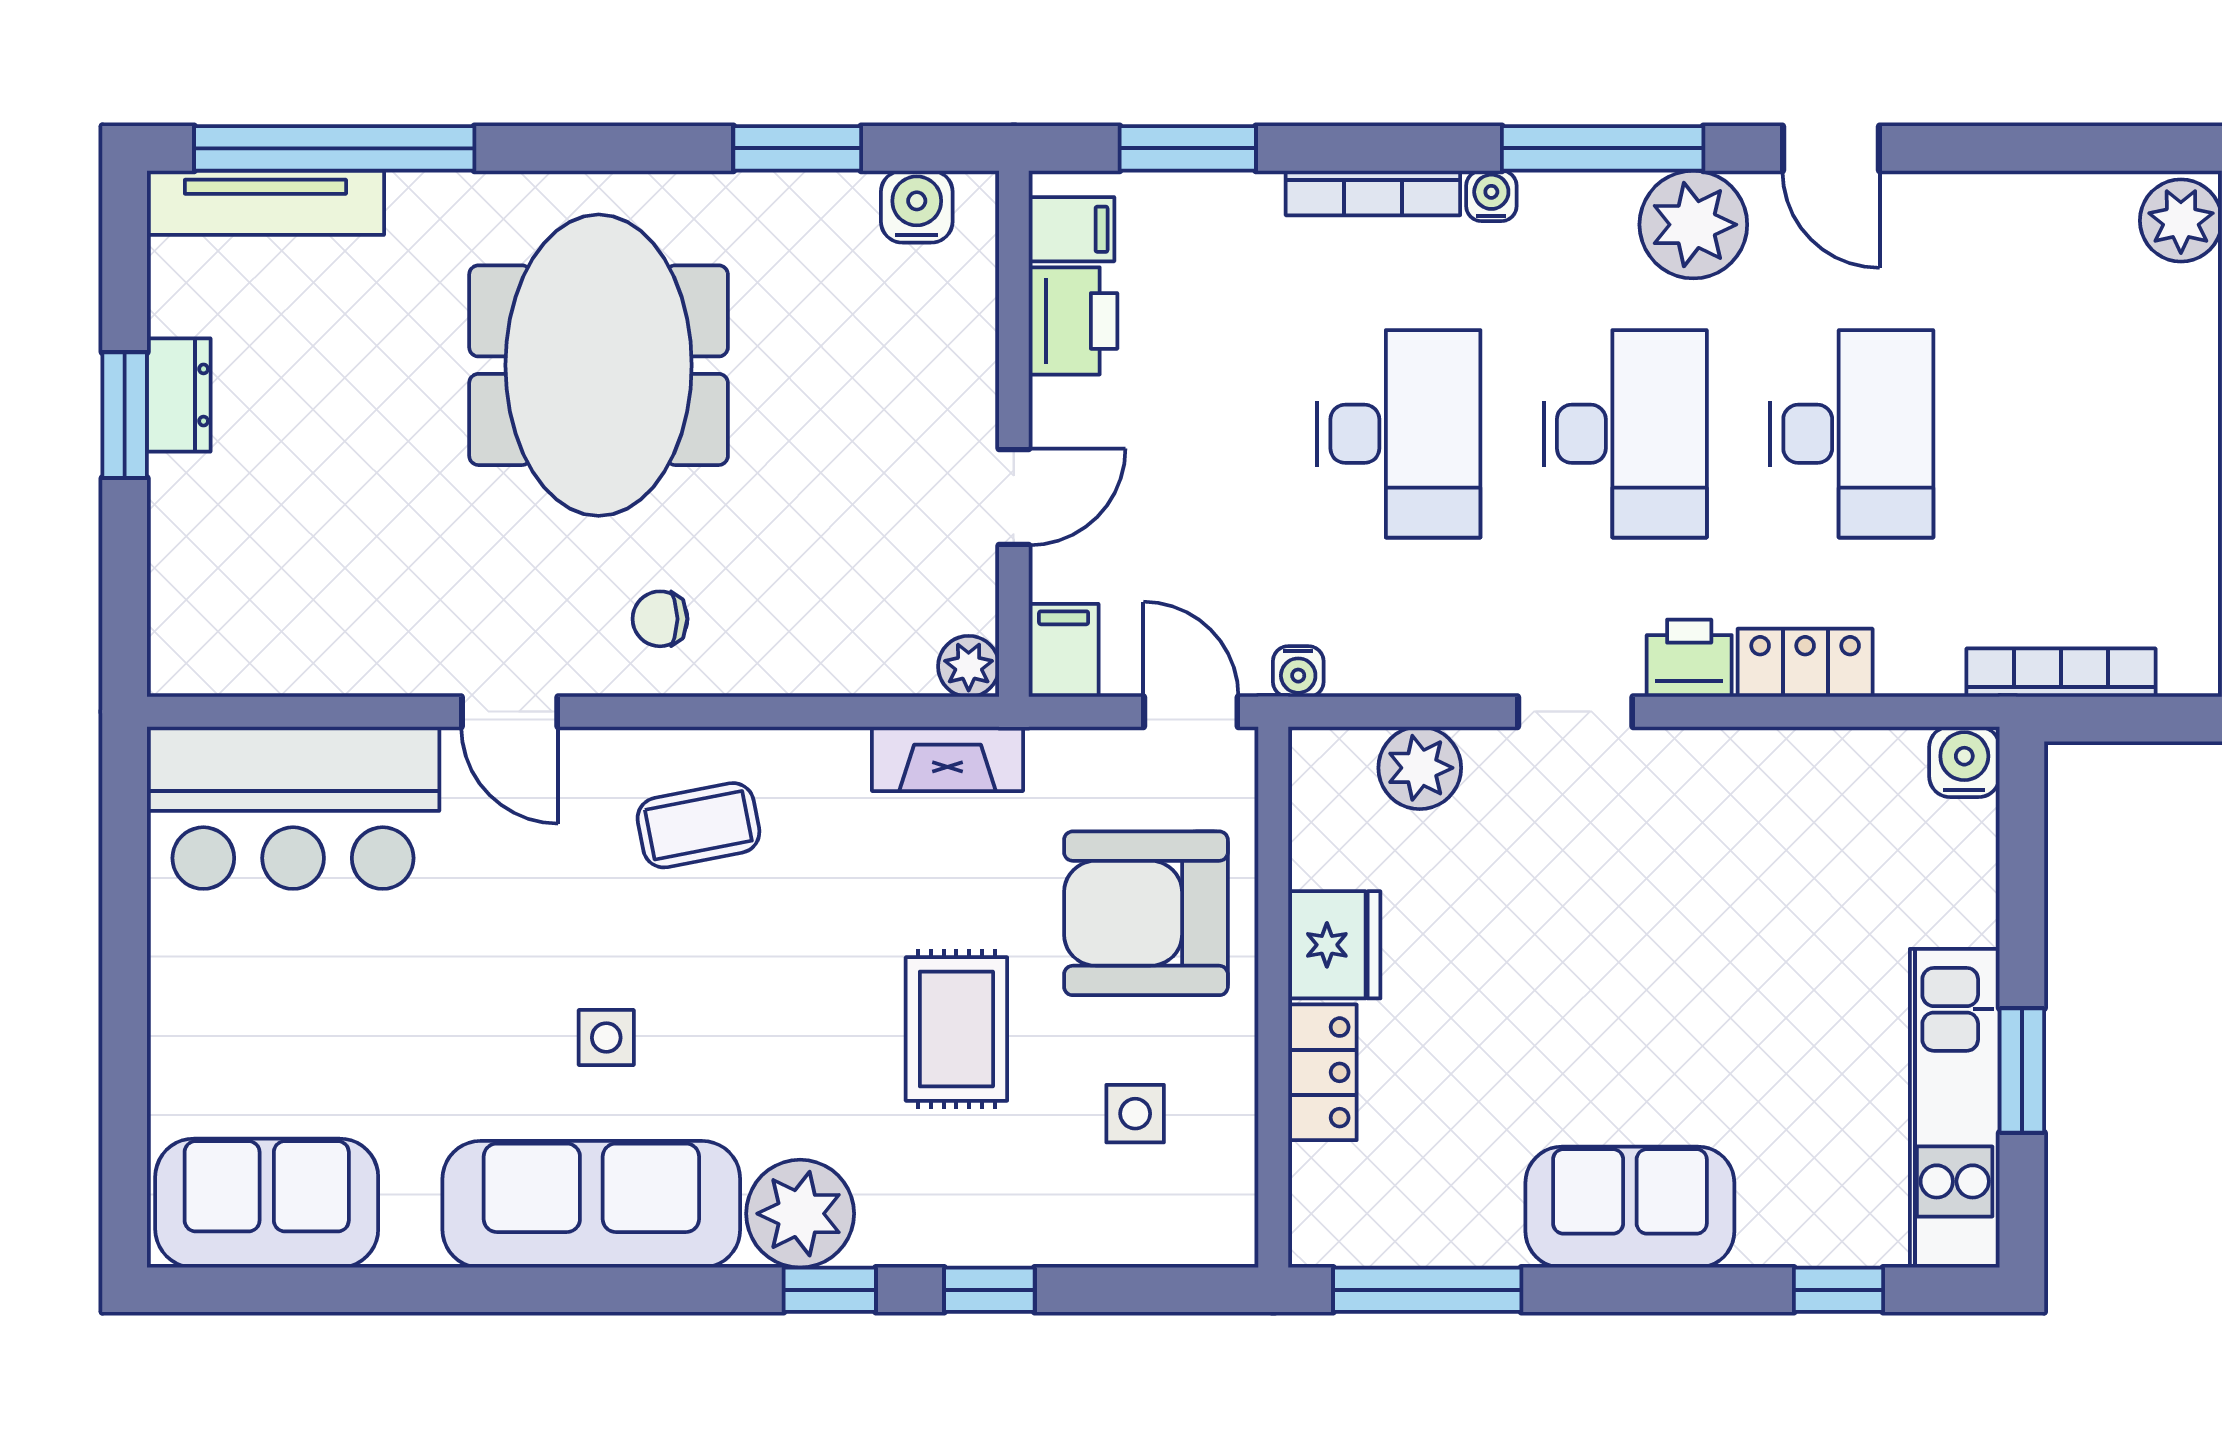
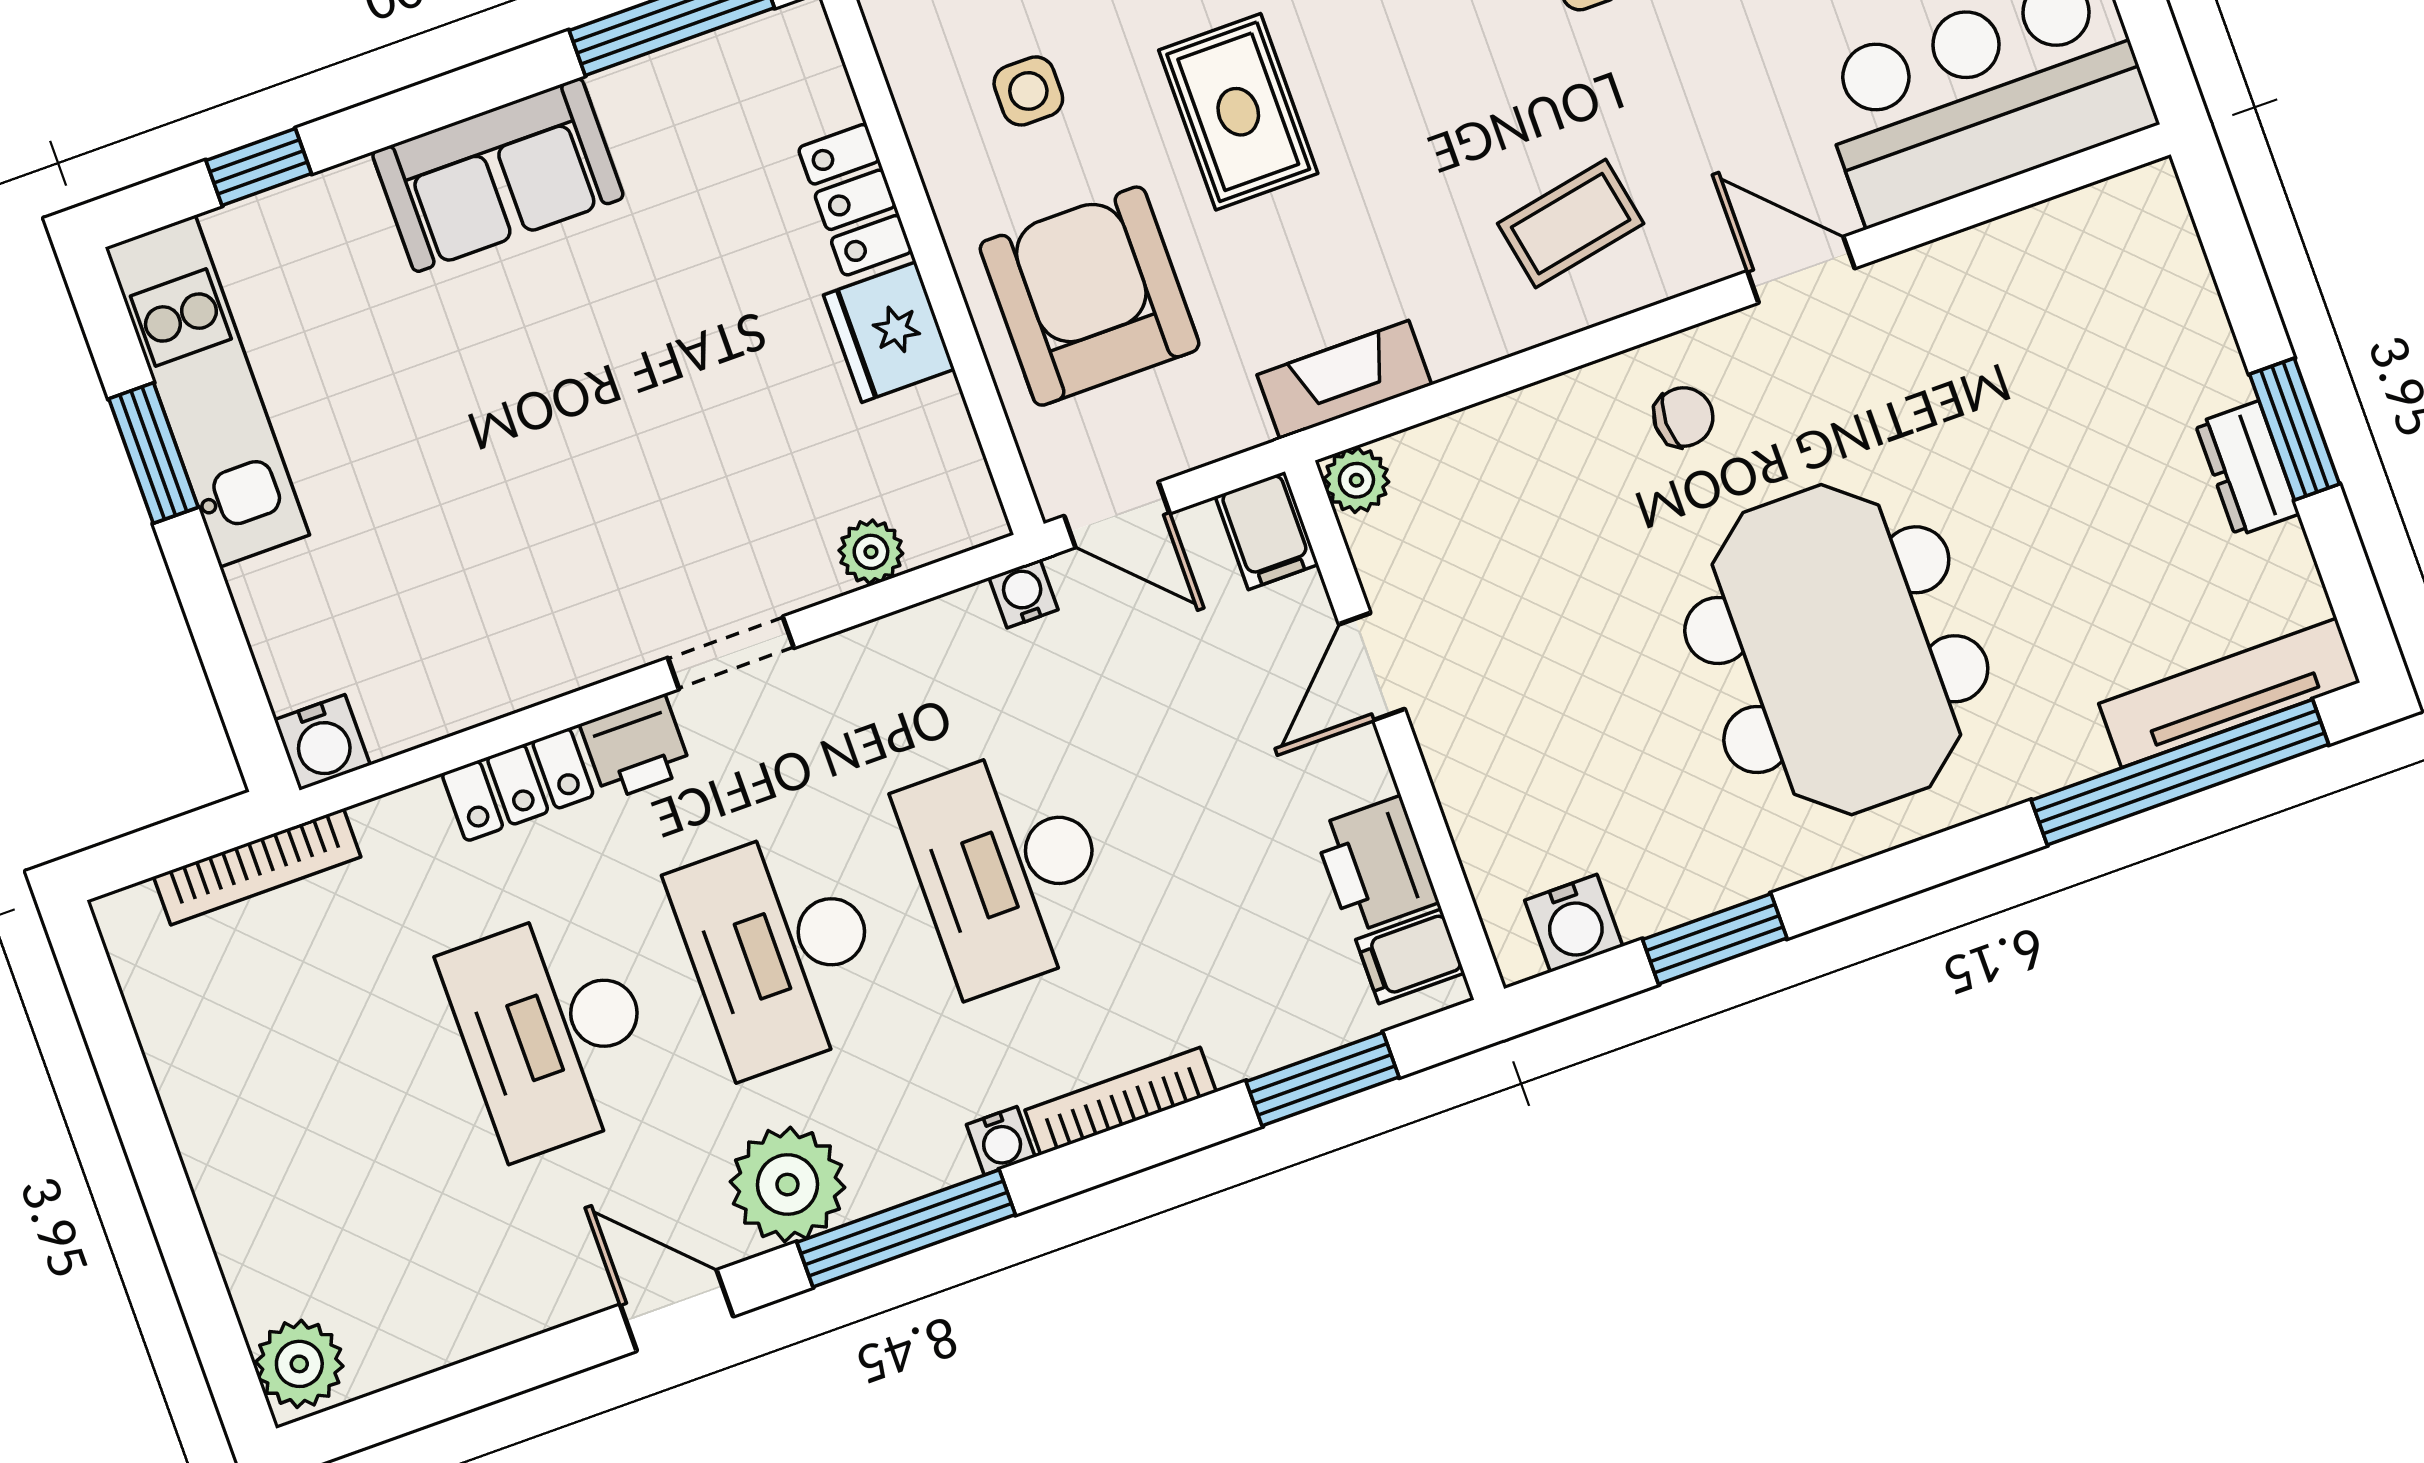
plant: (1420, 768) -> (871, 552), width x0.73, depth x0.73
armchair: (1146, 913) -> (1090, 296), turned -90

